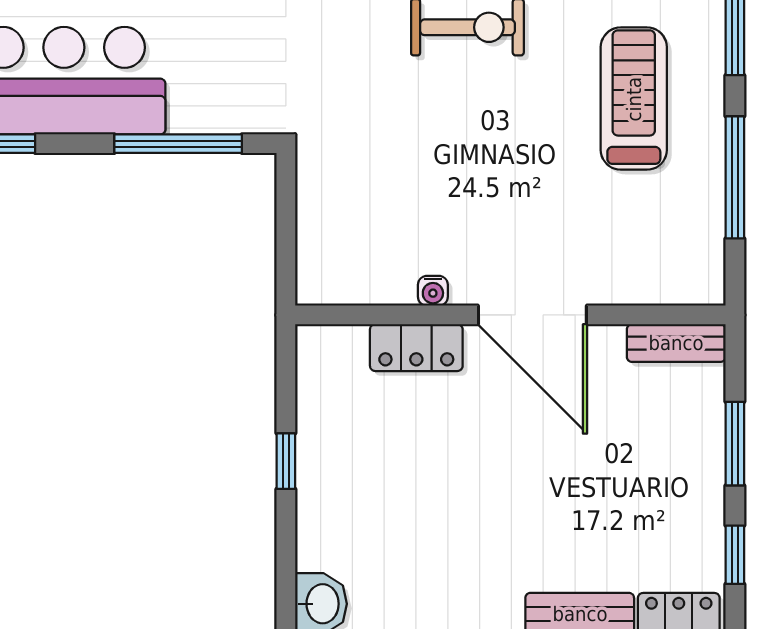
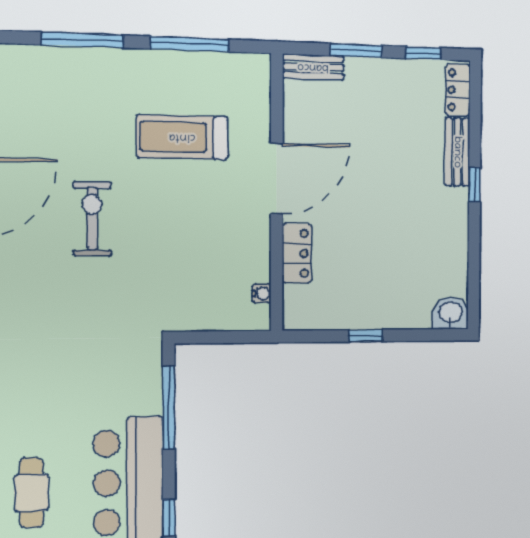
treadmill: (634, 99) -> (182, 137), moved
water cooler: (433, 291) -> (262, 293), moved
bench: (676, 343) -> (313, 67), moved, turned 90

